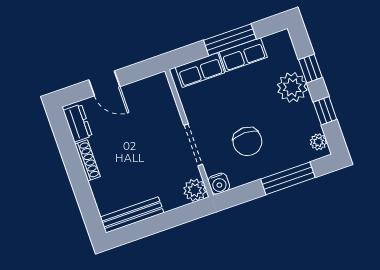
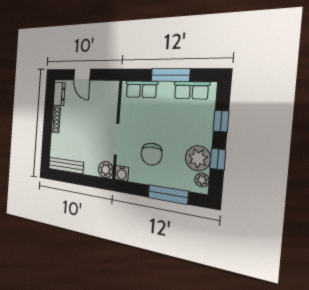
row of seats: (243, 55) -> (191, 90), moved
plant: (292, 87) -> (198, 158), moved

